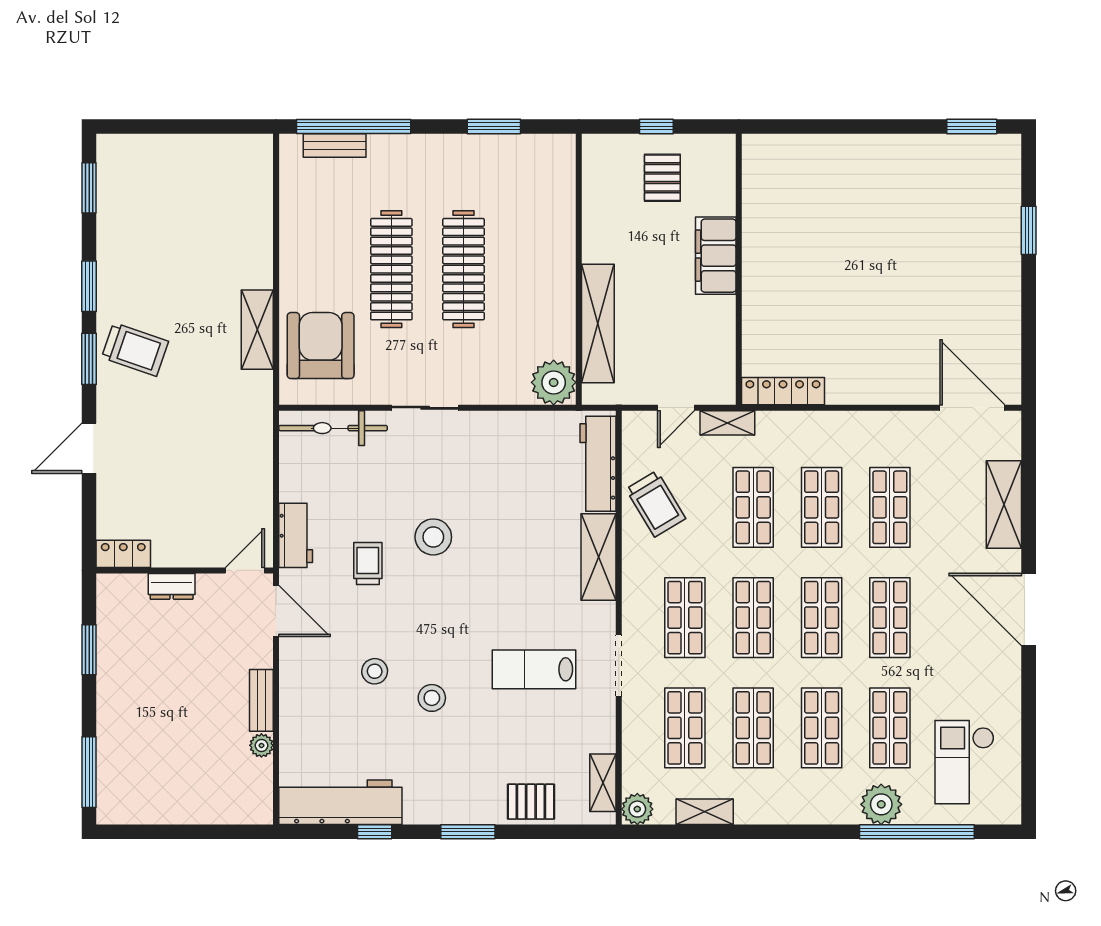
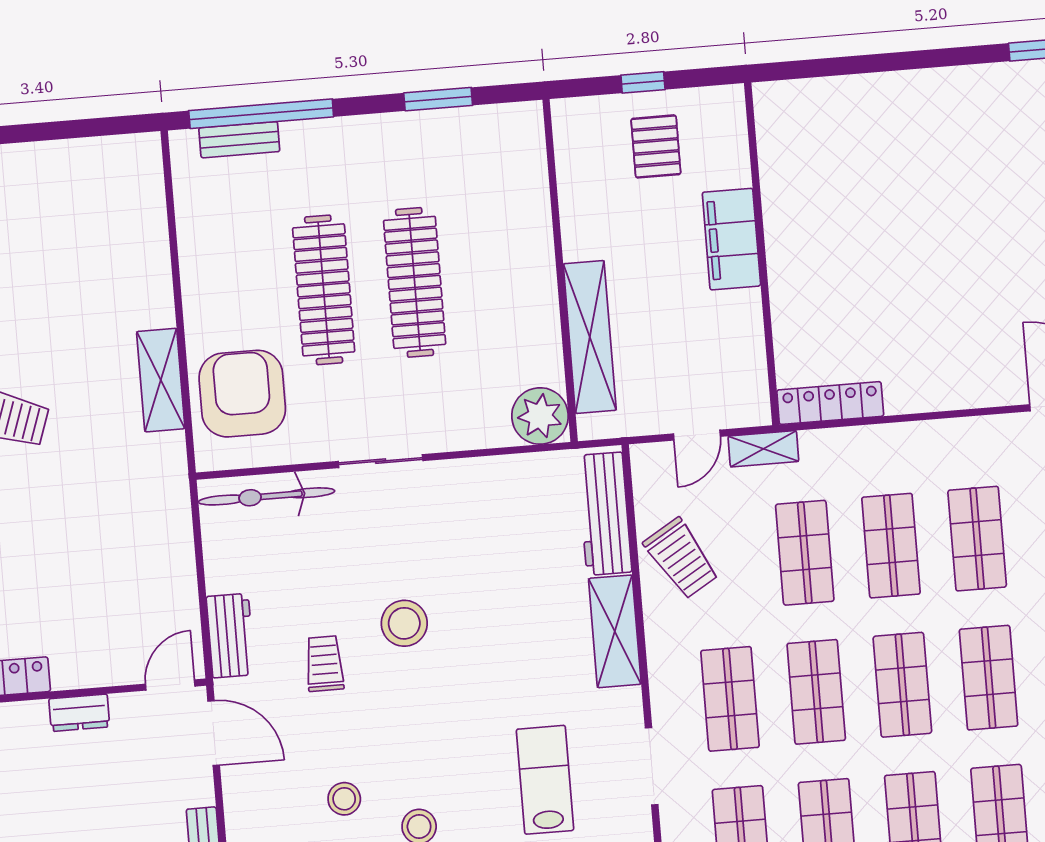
lab bench: (534, 669) -> (545, 780), turned 90

